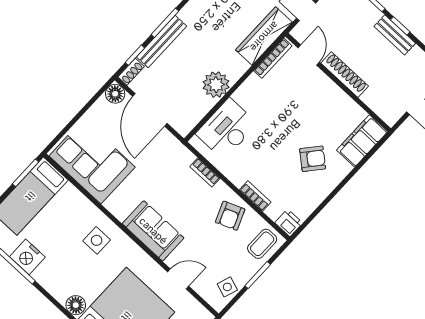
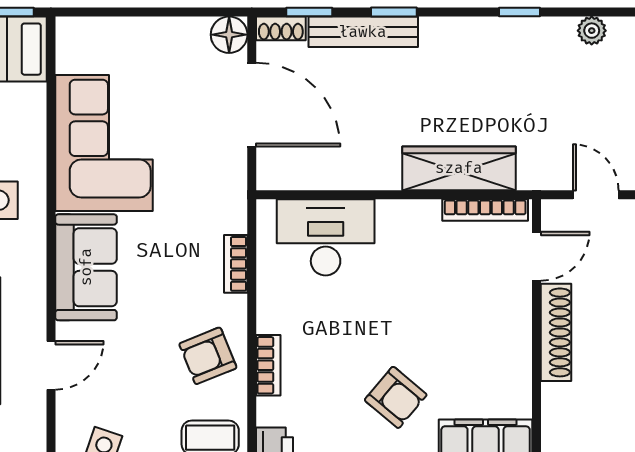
window: (165, 23) -> (394, 12), width x0.67
wardrobe: (264, 36) -> (459, 168), moved
plant: (216, 85) -> (374, 165), removed
door: (150, 110) -> (252, 105), swing flipped
corner sofa: (92, 161) -> (104, 143), moved
door: (178, 279) -> (51, 365), hinge flipped

